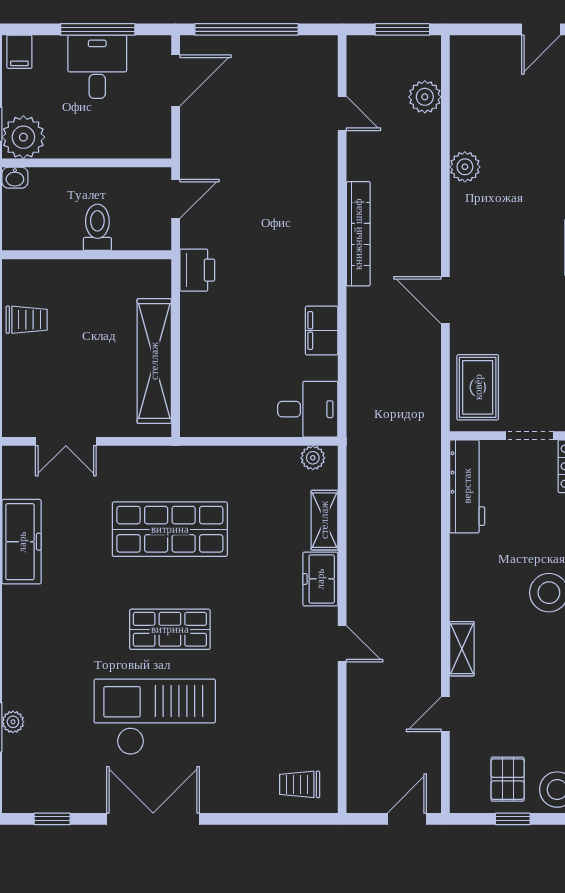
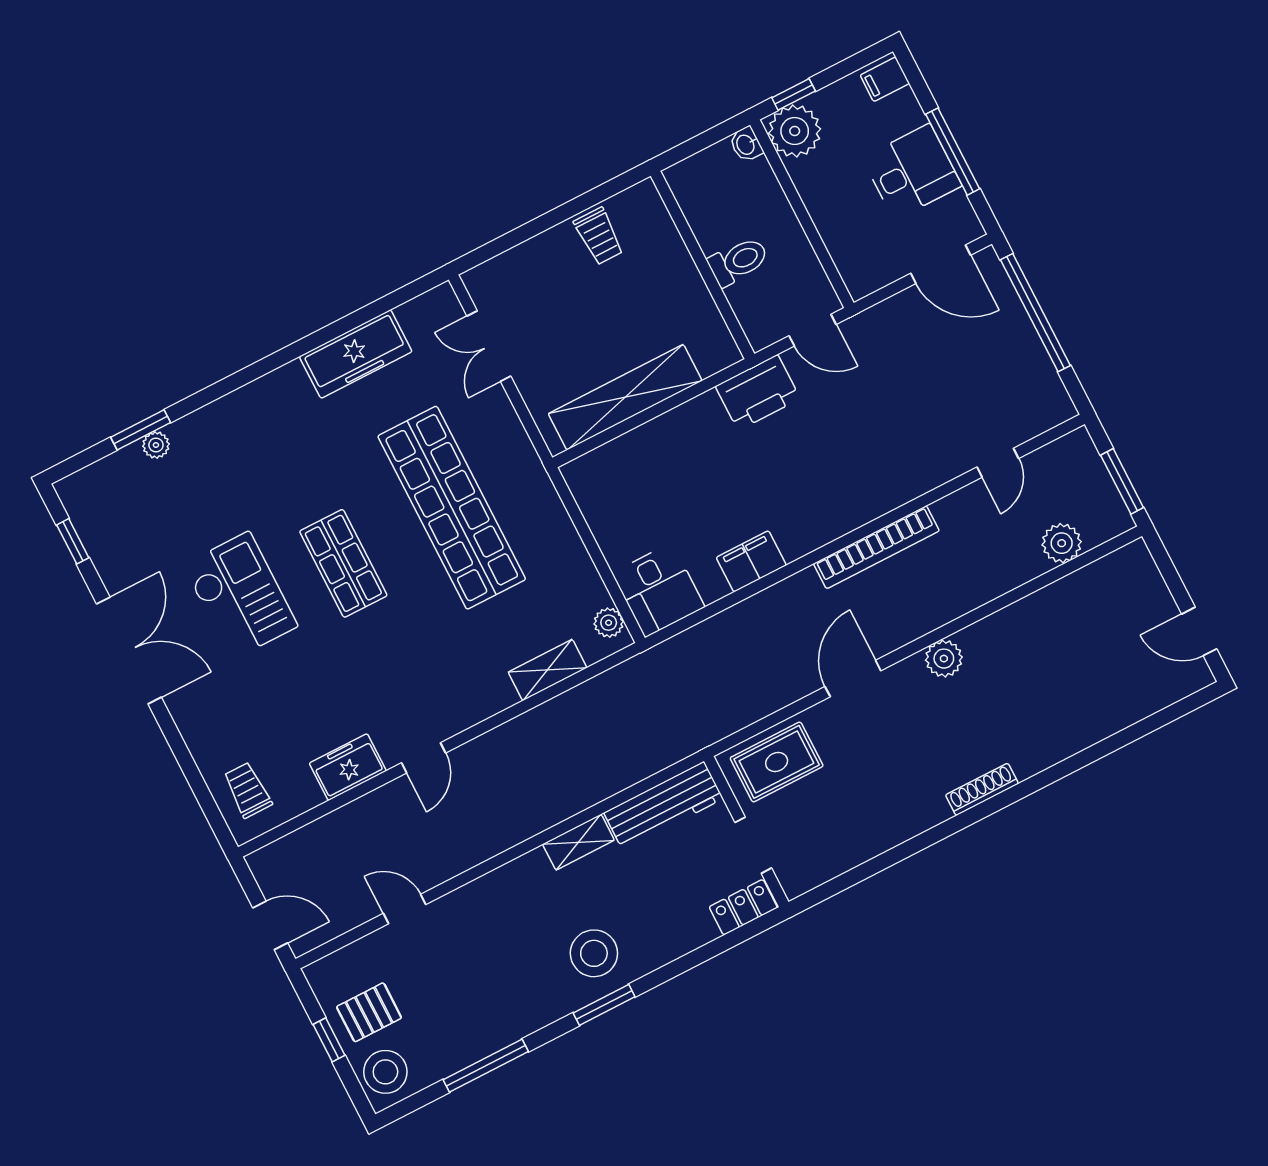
plant: (465, 167) -> (944, 659), moved
printer: (197, 270) -> (758, 392), width x1.37, depth x1.19
shop shelf: (170, 529) -> (452, 508), width x1.40
freezer: (320, 579) -> (348, 767), moved
shelving: (462, 649) -> (578, 842), moved
checkout: (155, 717) -> (240, 596), width x0.73, depth x0.83

